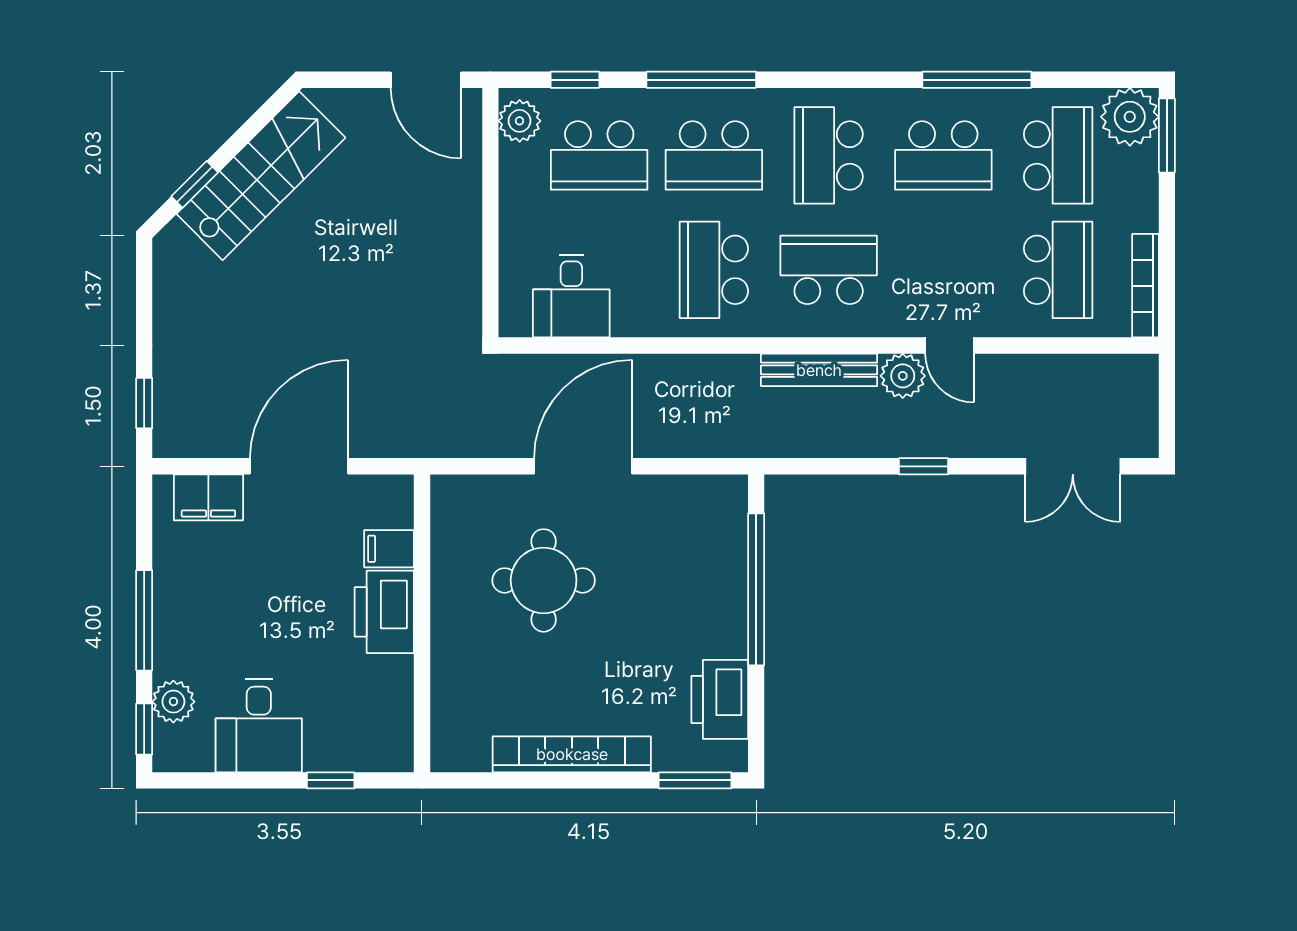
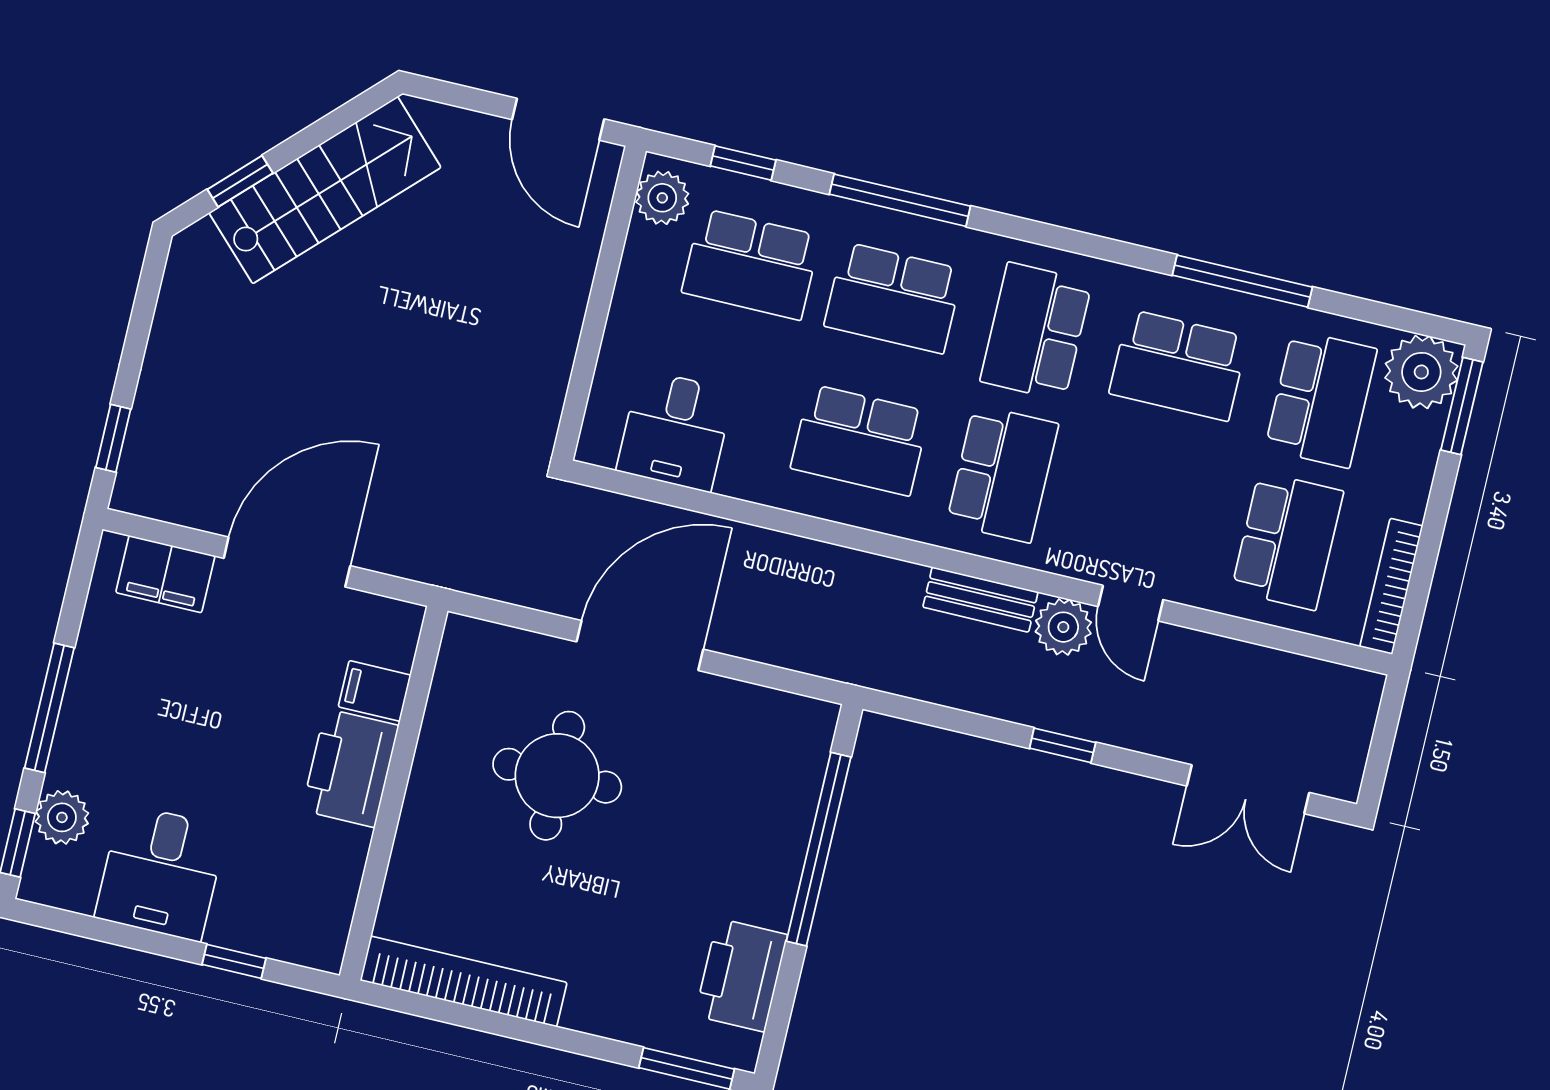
school desk: (714, 270) -> (860, 440), turned -90
school desk: (829, 270) -> (1002, 474), turned 90
bench: (819, 370) -> (980, 600), width x0.73
bookcase: (572, 754) -> (463, 981), moved

